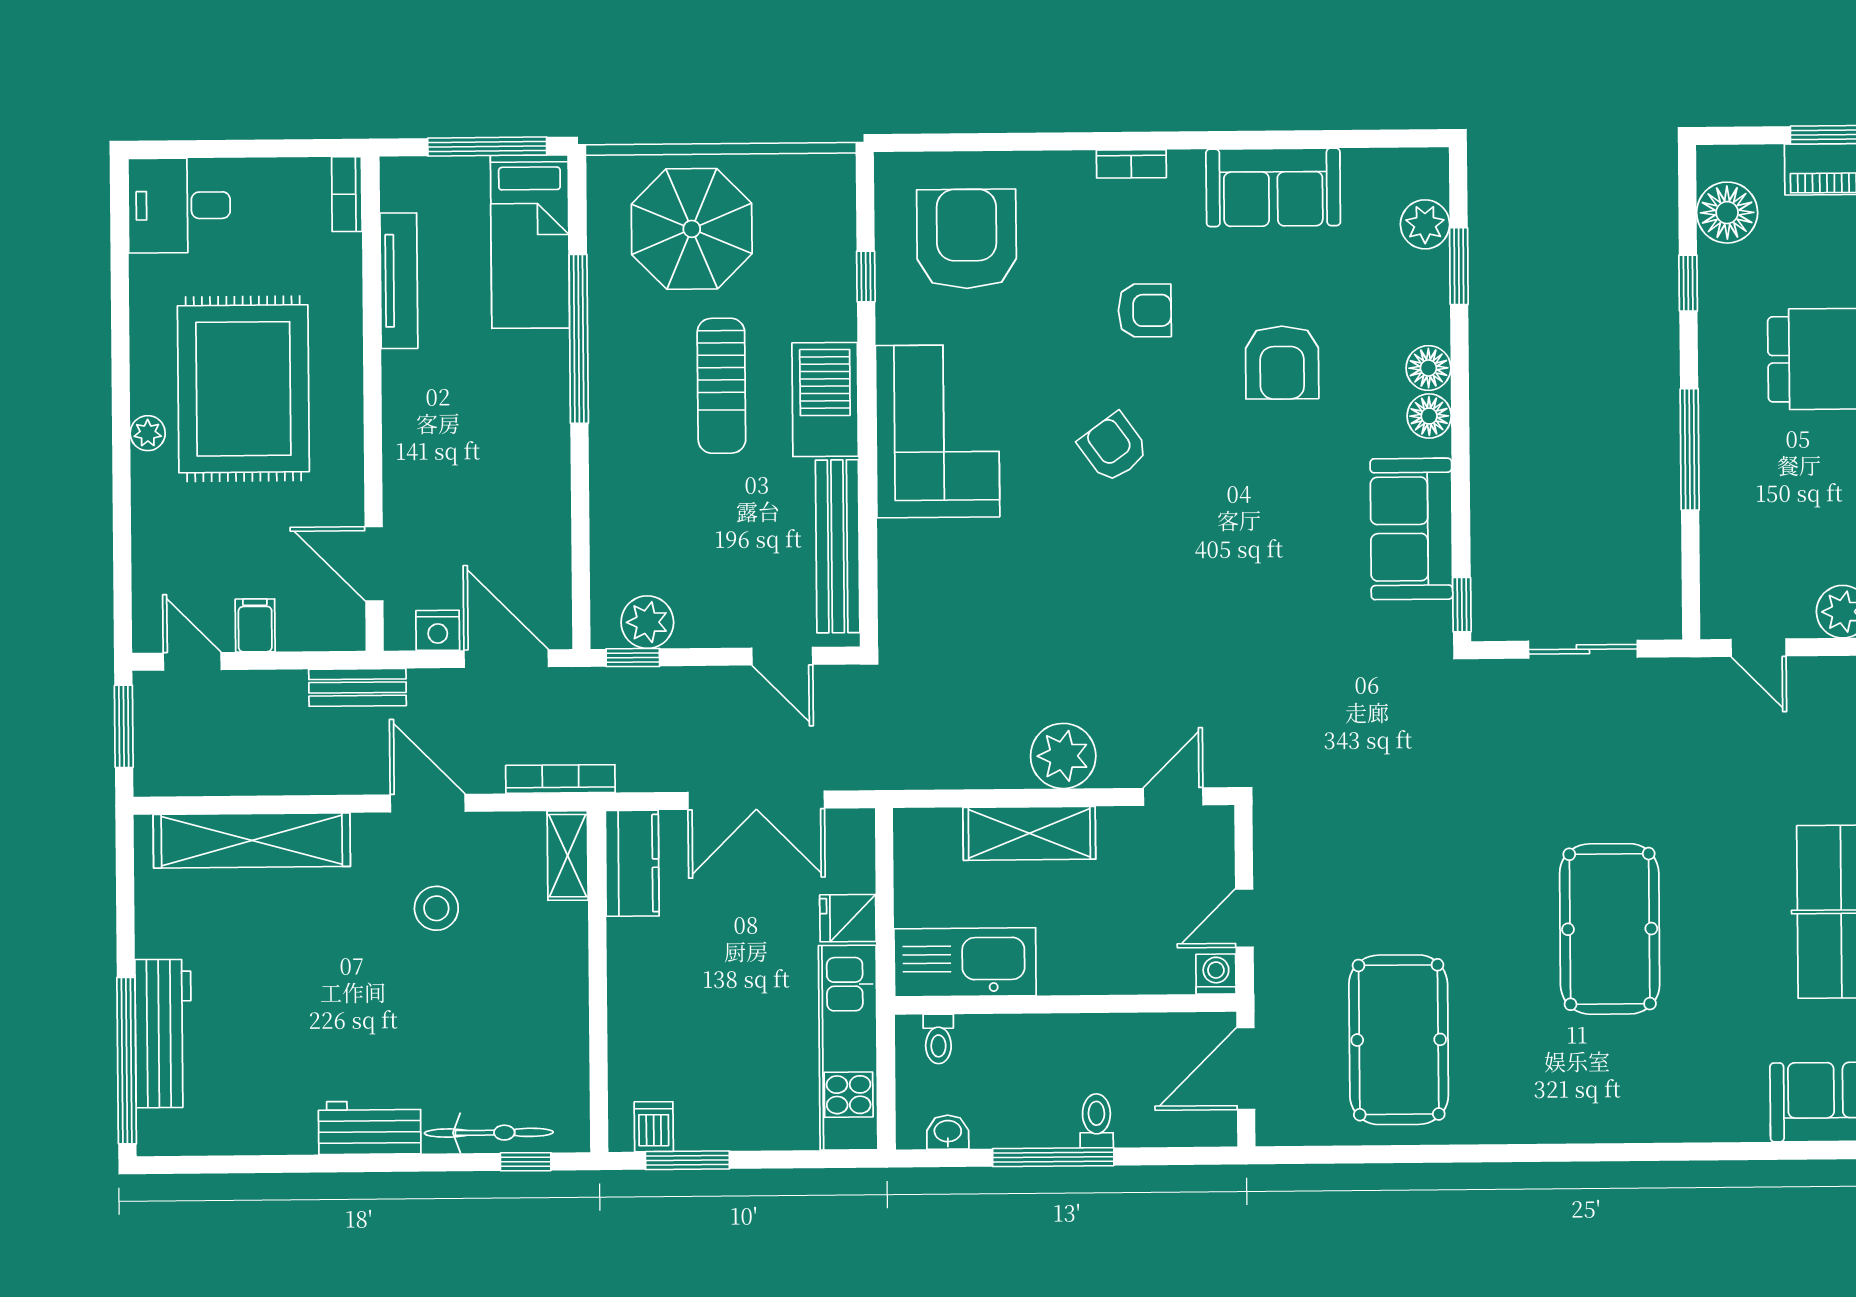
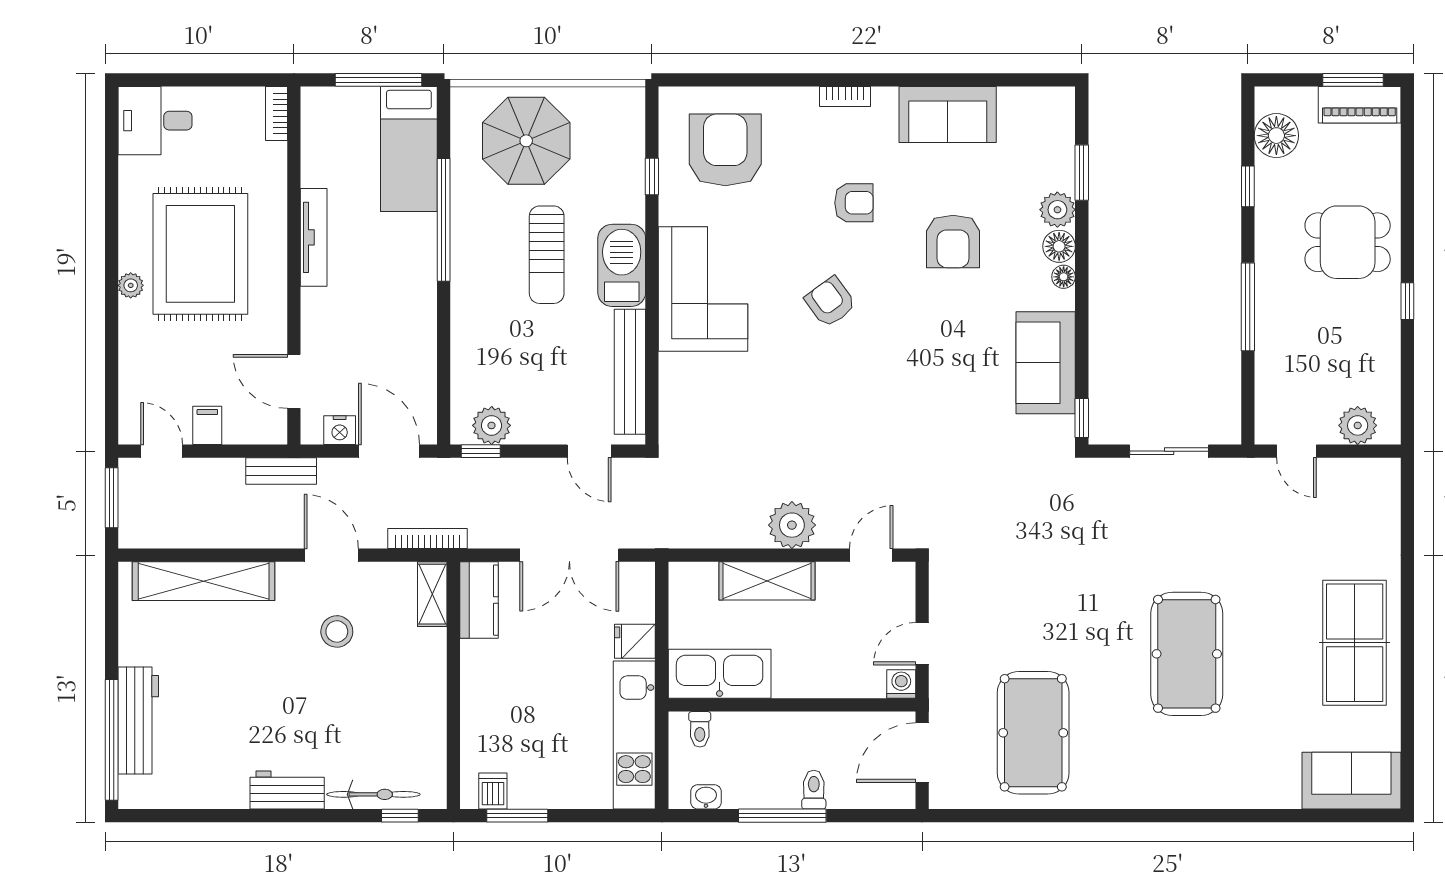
plant: (1425, 224) -> (1057, 210), moved
tv unit: (399, 281) -> (314, 237), moved
floor lamp: (1429, 416) -> (1064, 277), width x0.73, depth x0.73

